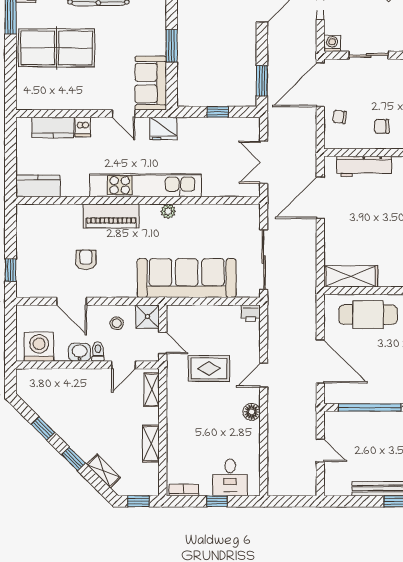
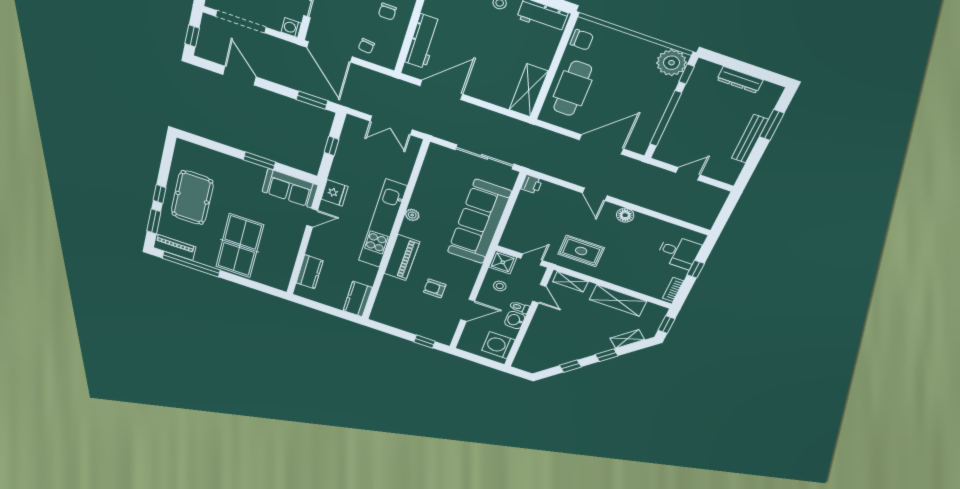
dishwasher: (83, 127) -> (315, 251), removed
door: (320, 198) -> (441, 90), swing flipped
rug: (209, 368) -> (581, 251), moved, turned 90
shelving: (151, 444) -> (618, 300), width x1.50, depth x1.33

